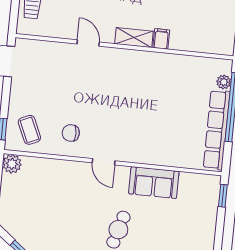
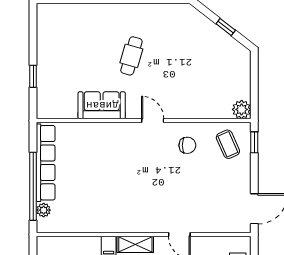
window: (223, 196) -> (33, 76), moved

